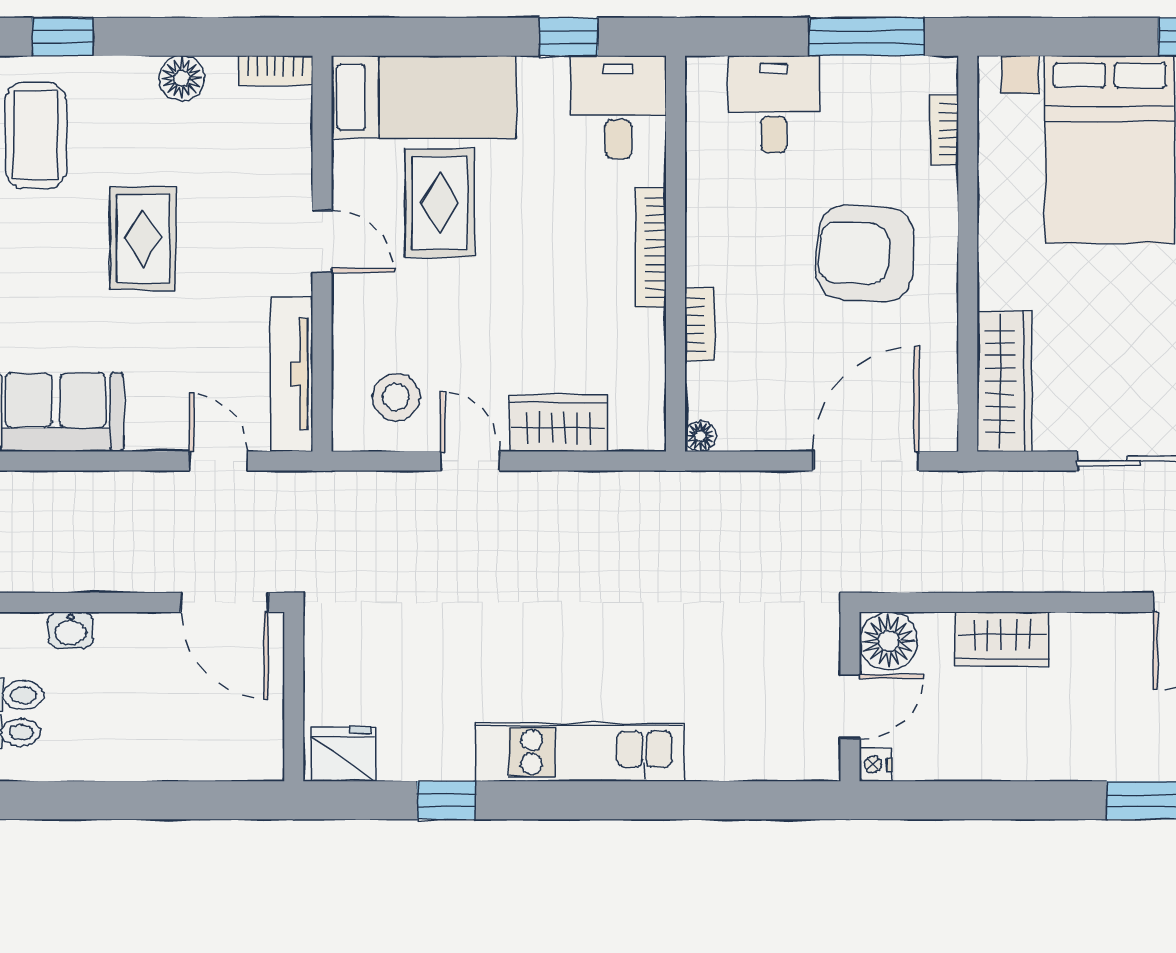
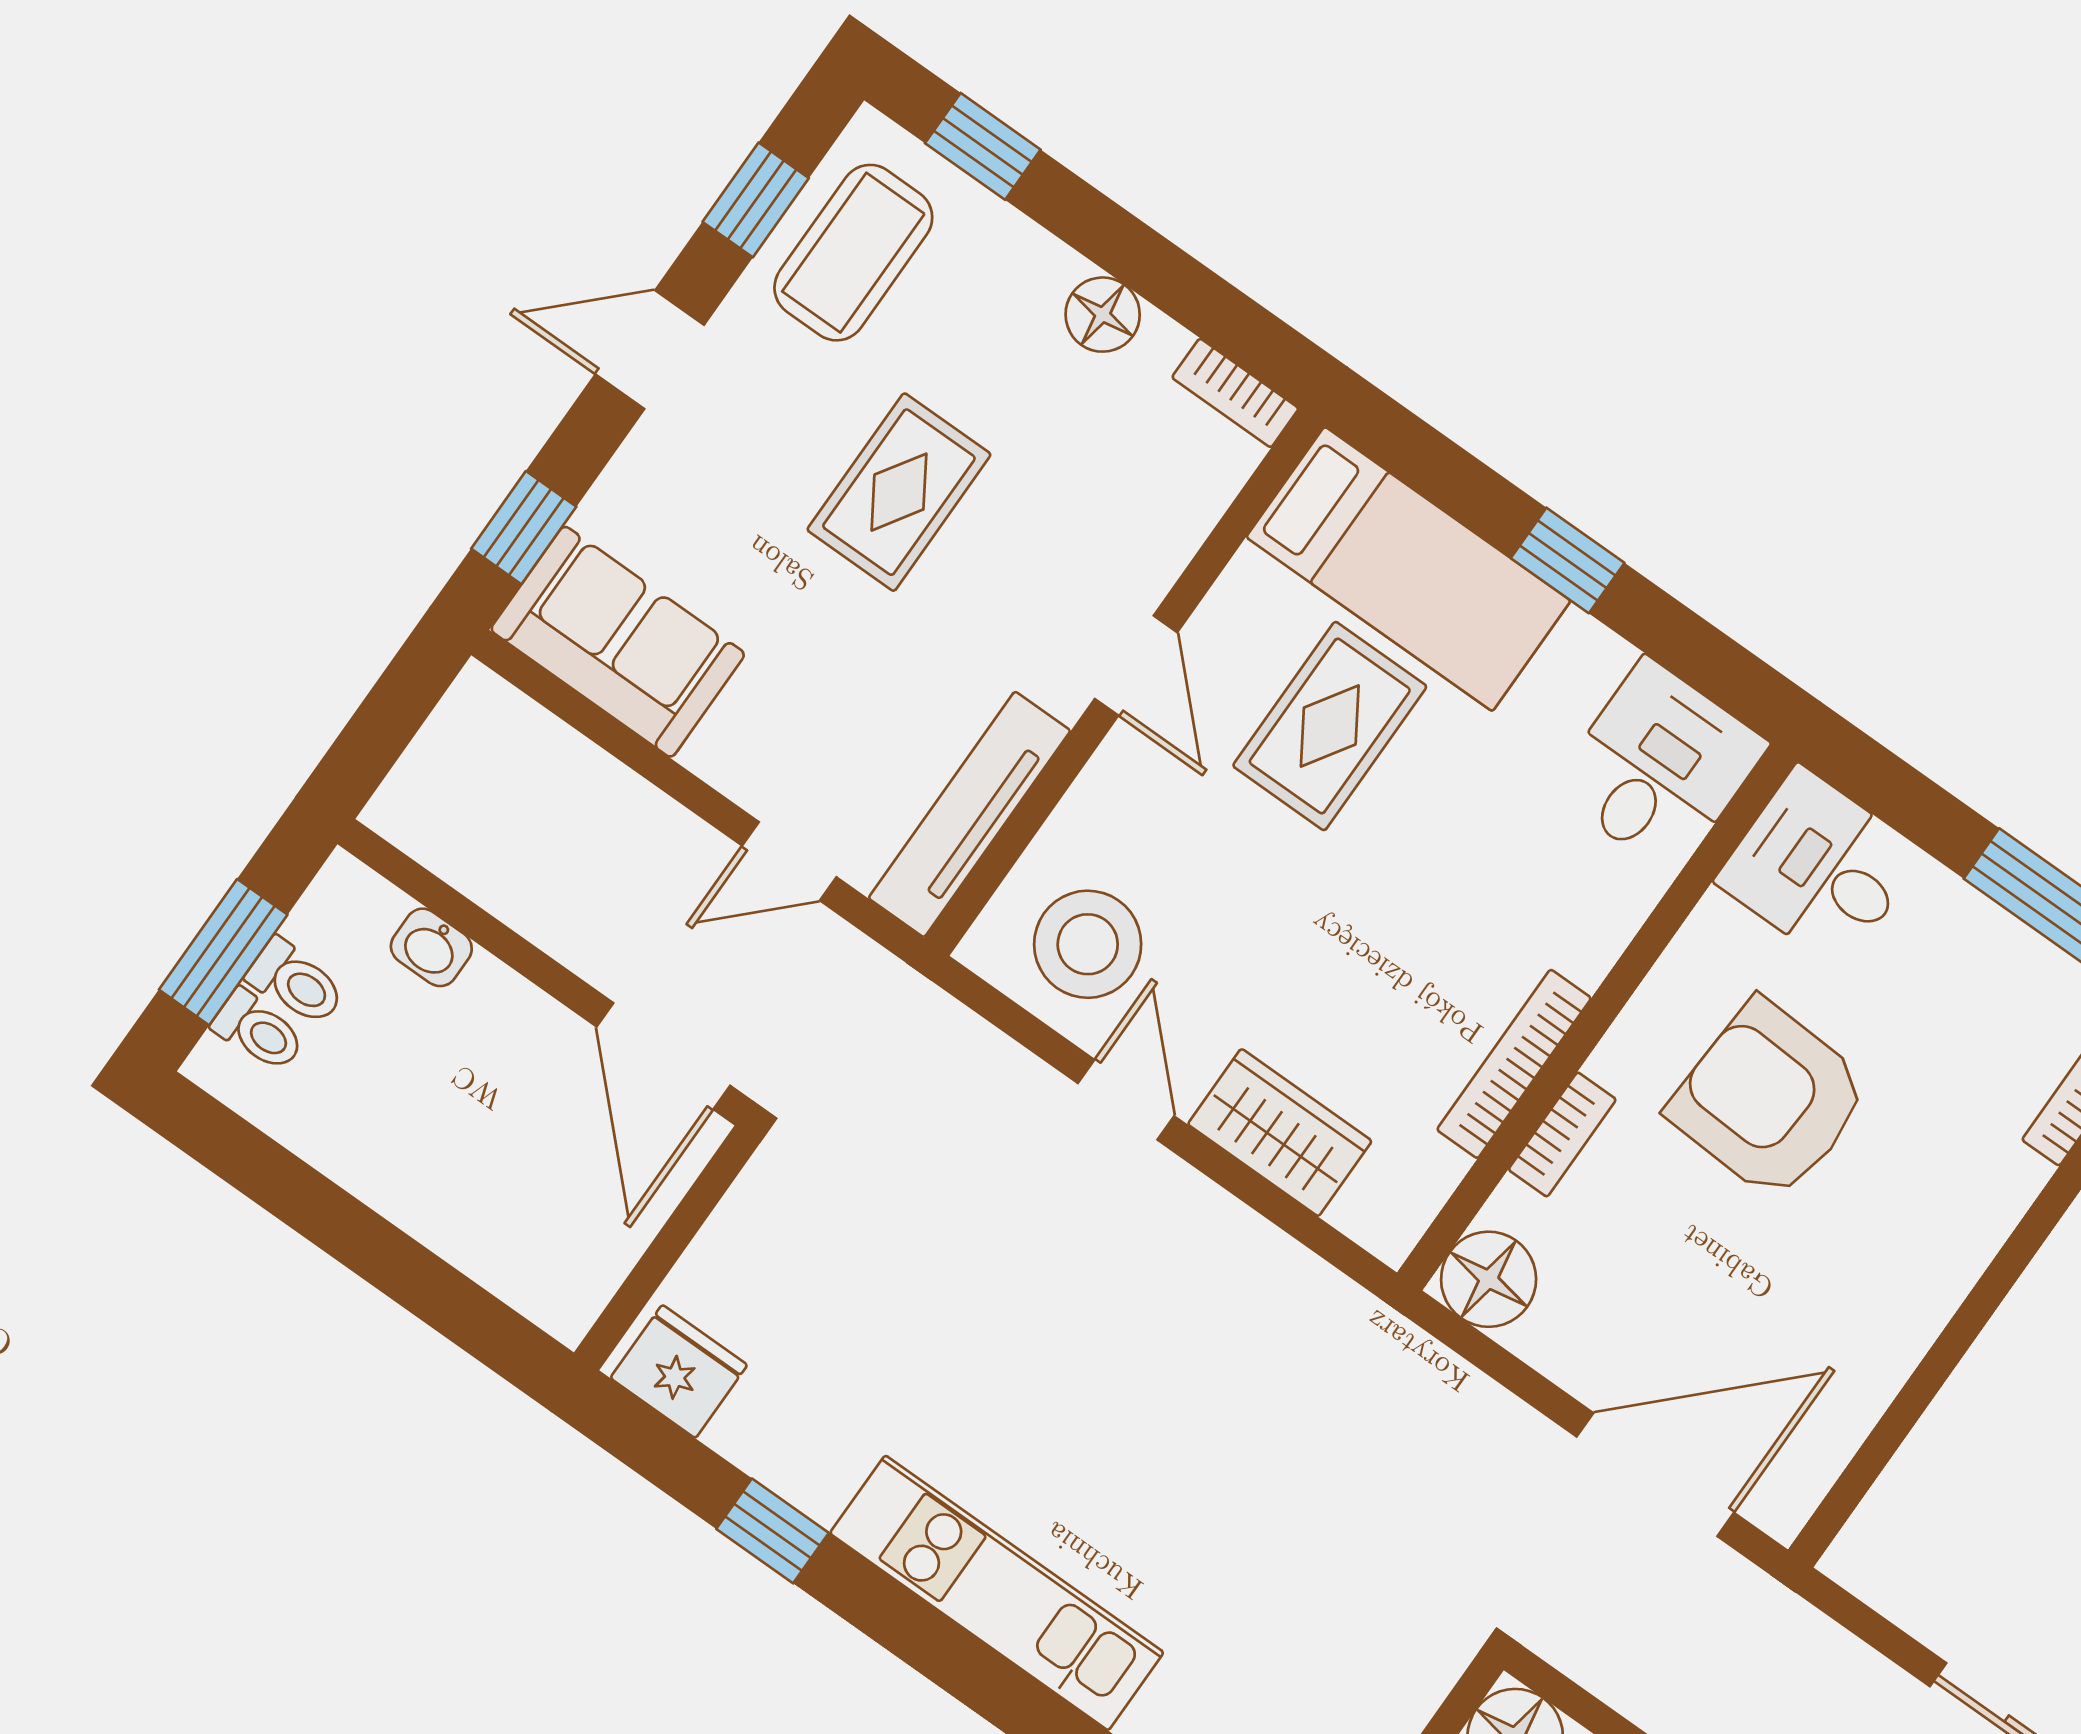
window: (569, 37) -> (1568, 560), moved
desk: (774, 104) -> (1820, 868), moved, turned -90
bookcase: (651, 248) -> (1514, 1064), moved
armchair: (865, 254) -> (1769, 1100), moved
wardrobe: (1004, 381) -> (1916, 1499), removed
stool: (396, 397) -> (1088, 944), width x1.38, depth x1.38
floor lamp: (700, 436) -> (1489, 1279), width x1.89, depth x1.89
door: (218, 461) -> (789, 861), swing flipped

